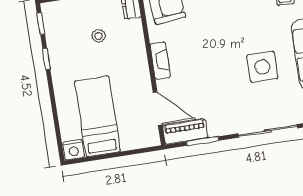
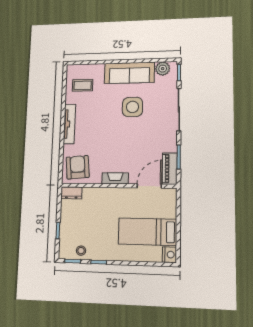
stool: (99, 36) -> (81, 251), moved

